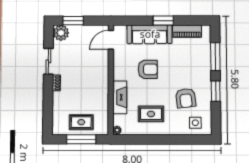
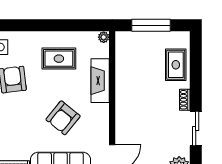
armchair: (148, 69) -> (63, 118), turned -51
rug: (81, 122) -> (176, 65), moved, turned 90

